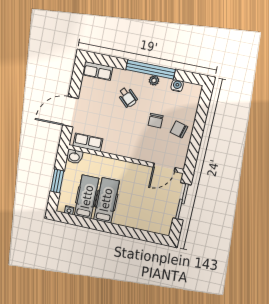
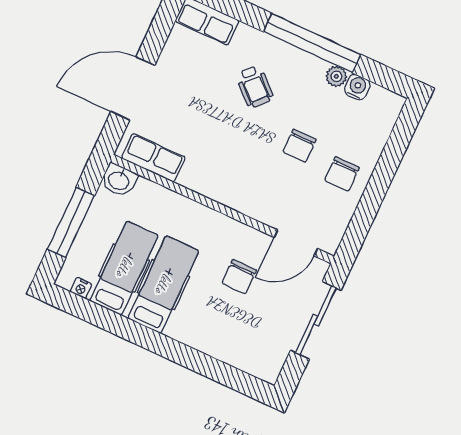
plant: (154, 80) -> (336, 76), moved
chair: (179, 129) -> (342, 174), turned -105
window: (57, 181) -> (71, 222), width x1.44
chair: (141, 189) -> (239, 277), added

